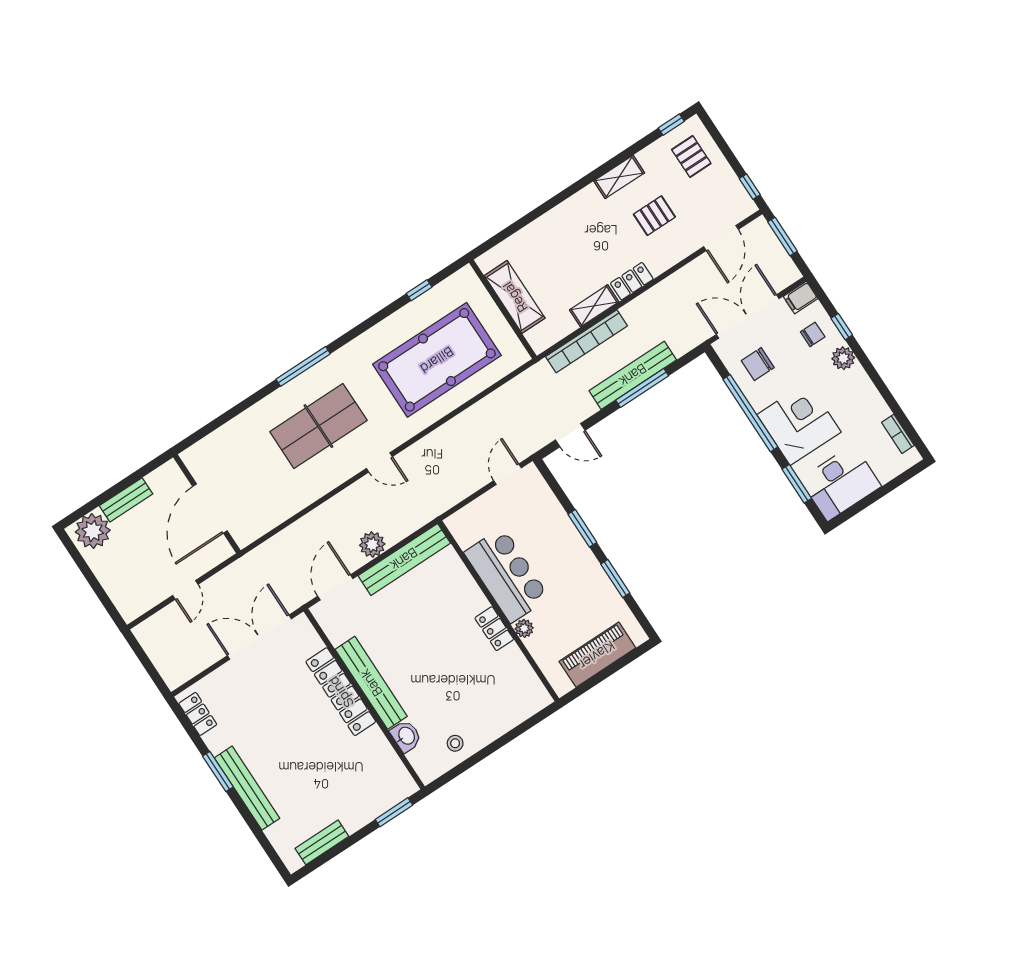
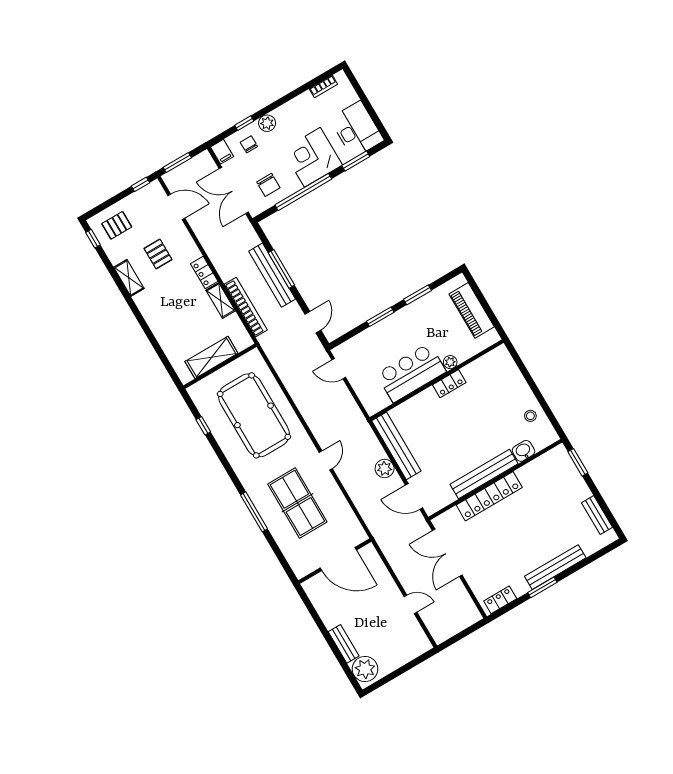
wall: (207, 504) -> (335, 561), moved
door: (210, 509) -> (338, 559), moved

